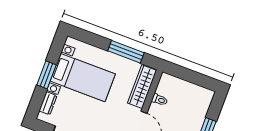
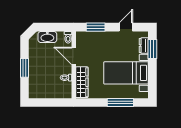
window: (126, 52) -> (120, 103), moved
window: (46, 75) -> (152, 49), moved

